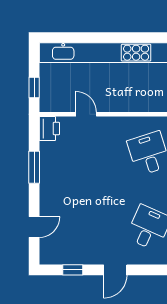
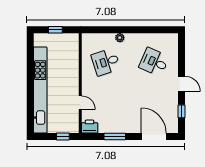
door: (86, 114) -> (80, 103), swing flipped
door: (34, 227) -> (154, 136), width x1.88

